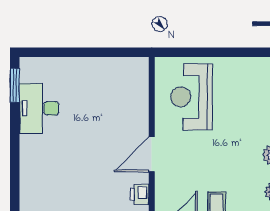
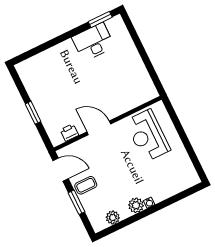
reception desk: (192, 97) -> (148, 136), turned -90

